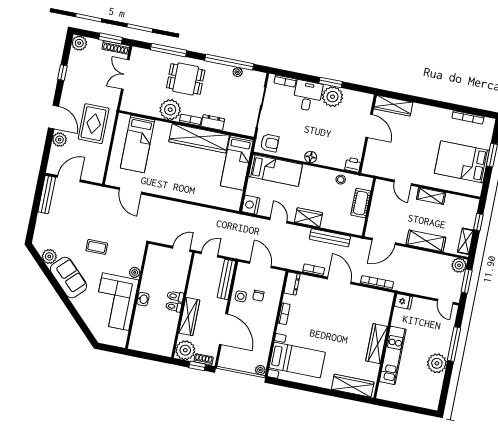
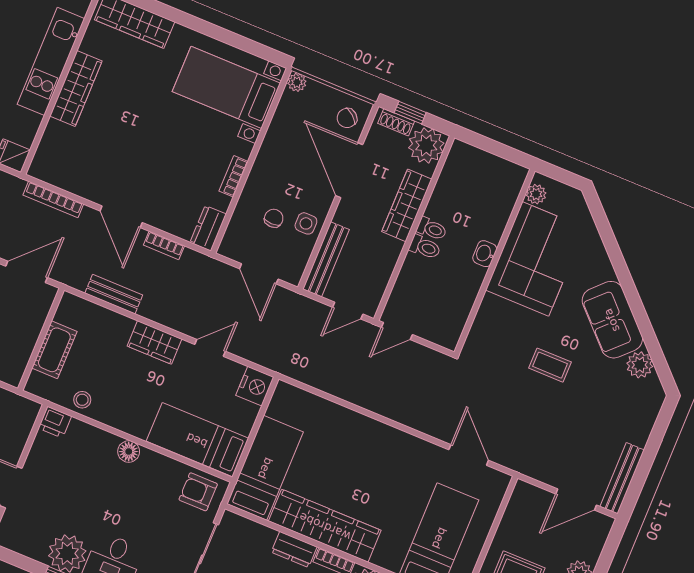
door: (278, 220) -> (210, 348), swing flipped
bench: (330, 238) -> (114, 294), width x0.73
plant: (135, 272) -> (536, 194), moved
chair: (230, 356) -> (347, 118), added

